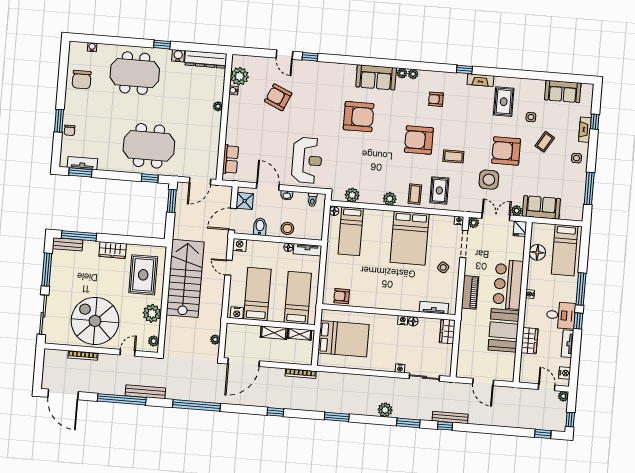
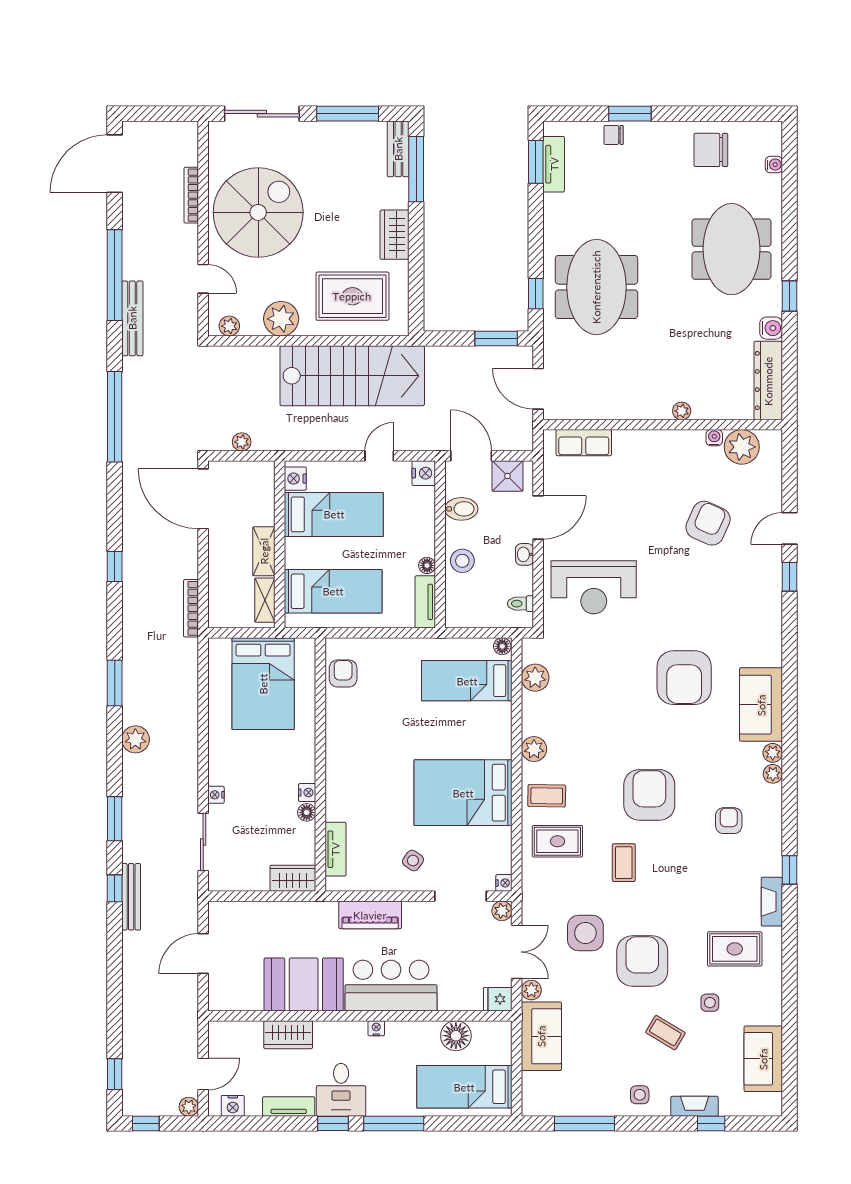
plant: (385, 410) -> (135, 739), moved

